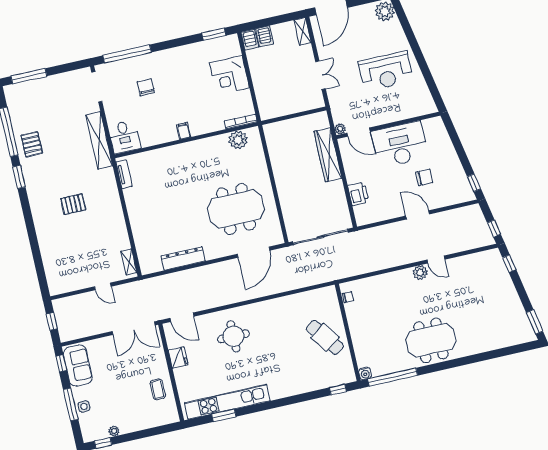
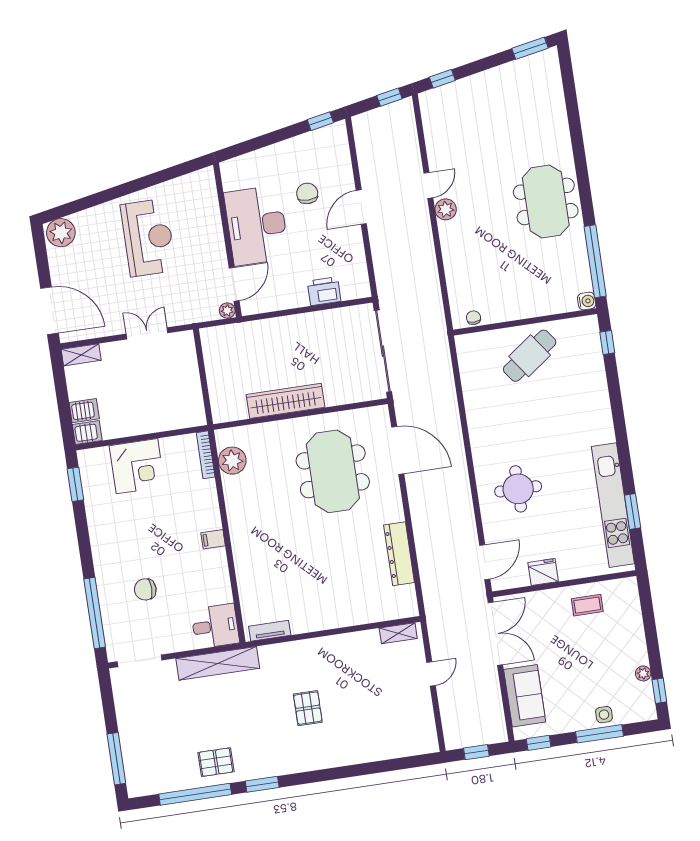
wardrobe: (328, 155) -> (286, 401), moved, turned 180
sofa: (78, 366) -> (525, 696), moved, turned 90

